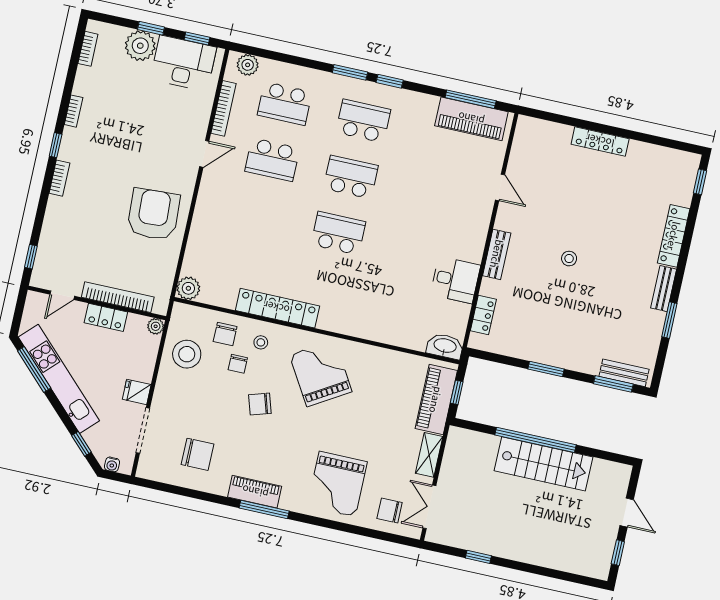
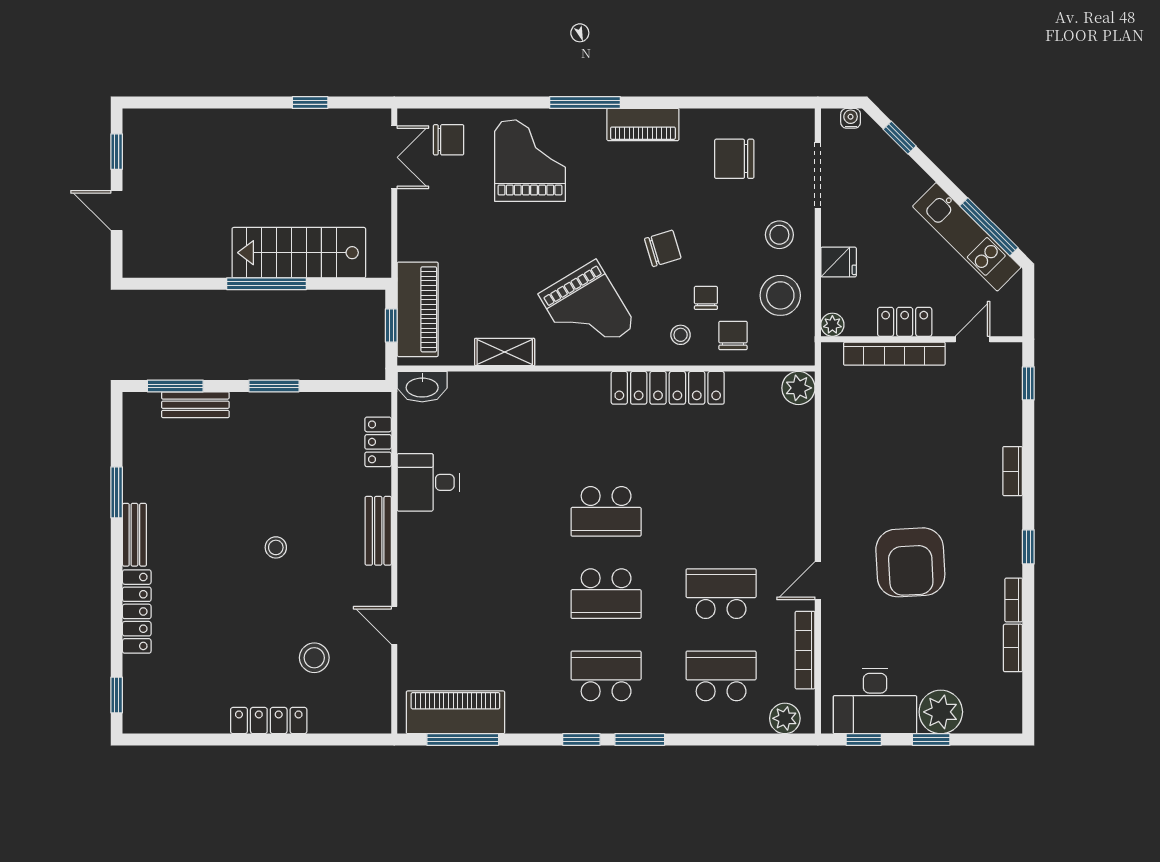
bookcase: (88, 49) -> (1013, 648), moved
school desk: (363, 121) -> (606, 676), turned 180
stool: (560, 177) -> (314, 658), added
bookcase: (59, 178) -> (1013, 471), moved
armchair: (154, 214) -> (910, 562), moved
bench: (624, 373) -> (195, 405), moved
kitchen unit: (59, 379) -> (967, 237), width x0.73
fridge: (137, 392) -> (839, 262), moved
stool: (178, 396) -> (779, 235), added
window: (536, 440) -> (267, 284), width x0.68
shelving: (429, 455) -> (505, 352), moved, turned 90
stairs: (543, 464) -> (299, 253), moved
window: (264, 509) -> (585, 103), moved

